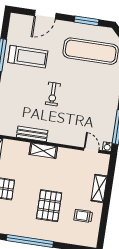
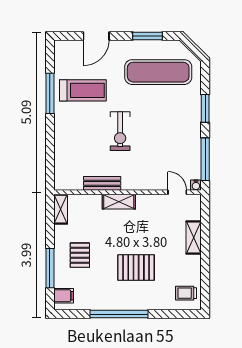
exercise bike: (53, 94) -> (120, 131), width x1.38, depth x1.39
pallet: (49, 206) -> (136, 268), turned 90
trolley: (83, 216) -> (186, 293), moved

